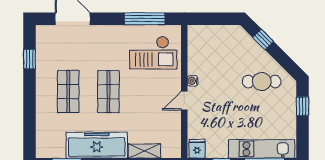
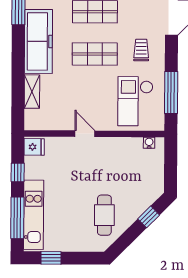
trolley: (104, 47) -> (141, 50), added
water cooler: (193, 81) -> (149, 143), moved
window: (303, 106) -> (51, 258), moved

